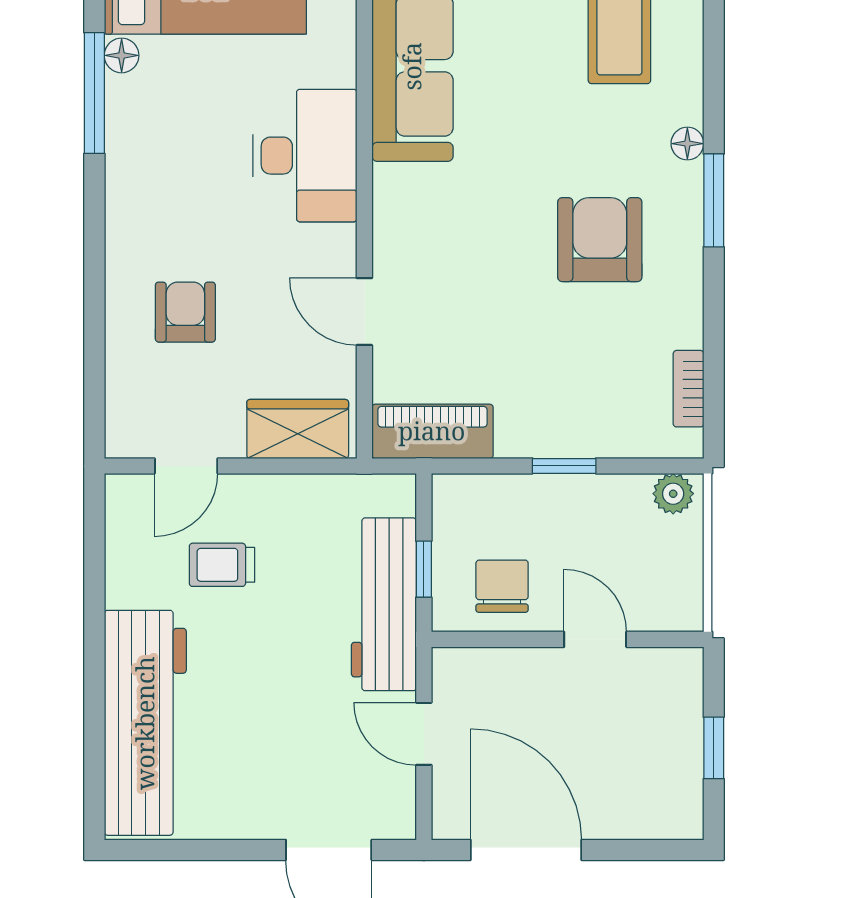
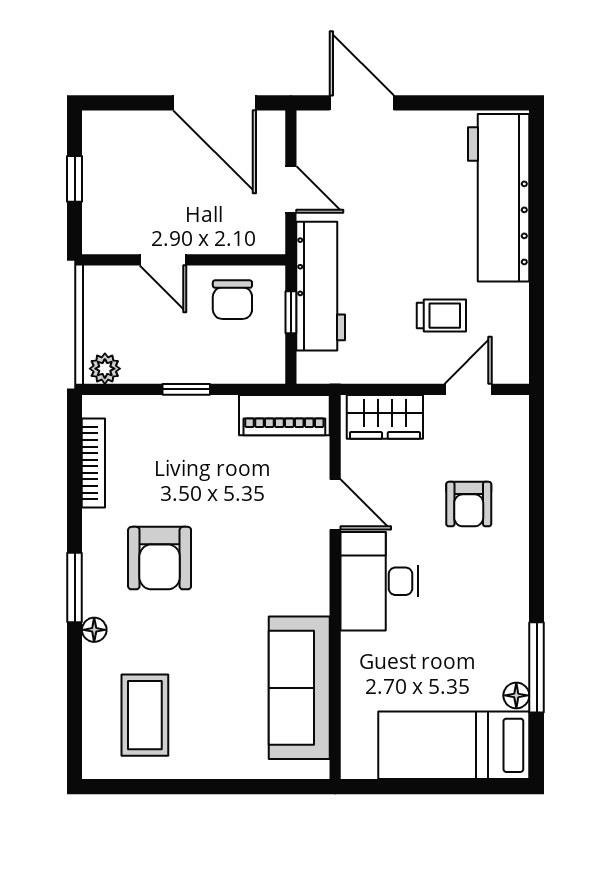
desk: (305, 156) -> (380, 581), moved
bookcase: (688, 389) -> (93, 463), width x1.56

